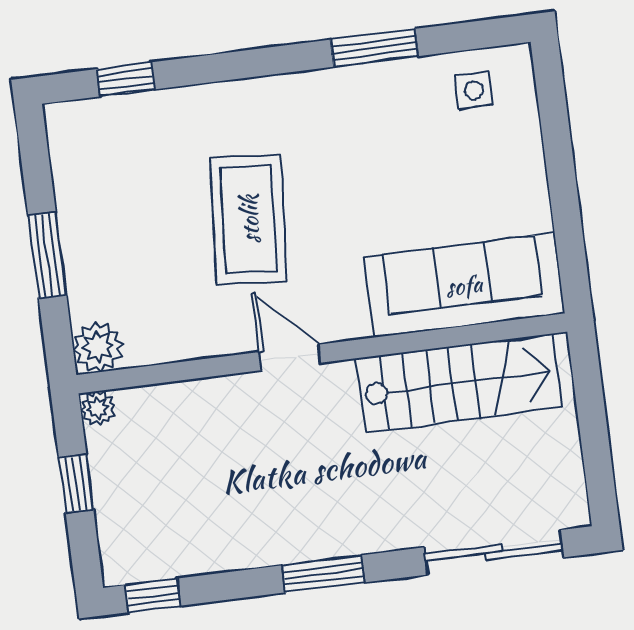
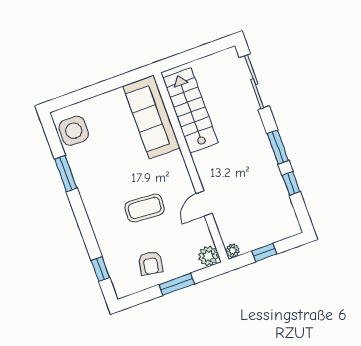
side table: (474, 90) -> (74, 131), width x1.87, depth x1.87
armchair: (112, 204) -> (151, 263), added
coffee table: (249, 219) -> (145, 208), width x0.73, depth x0.76
door: (290, 357) -> (204, 203), moved
window: (153, 595) -> (291, 183), moved

